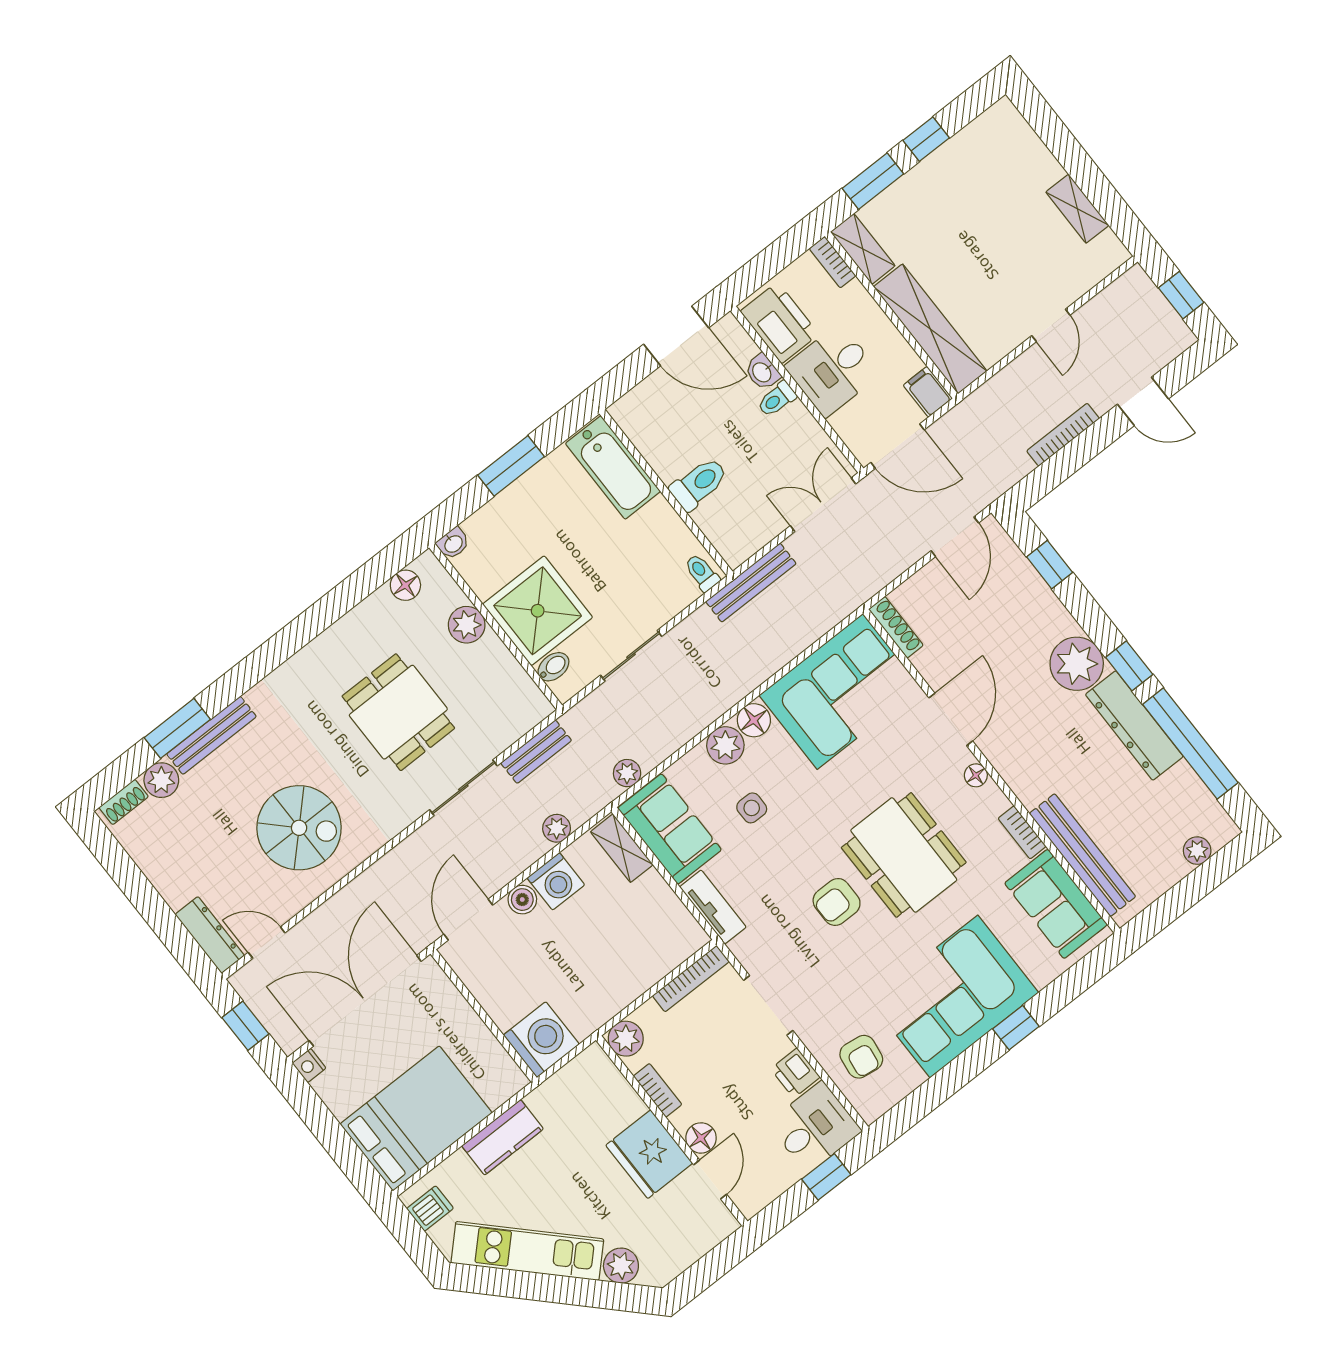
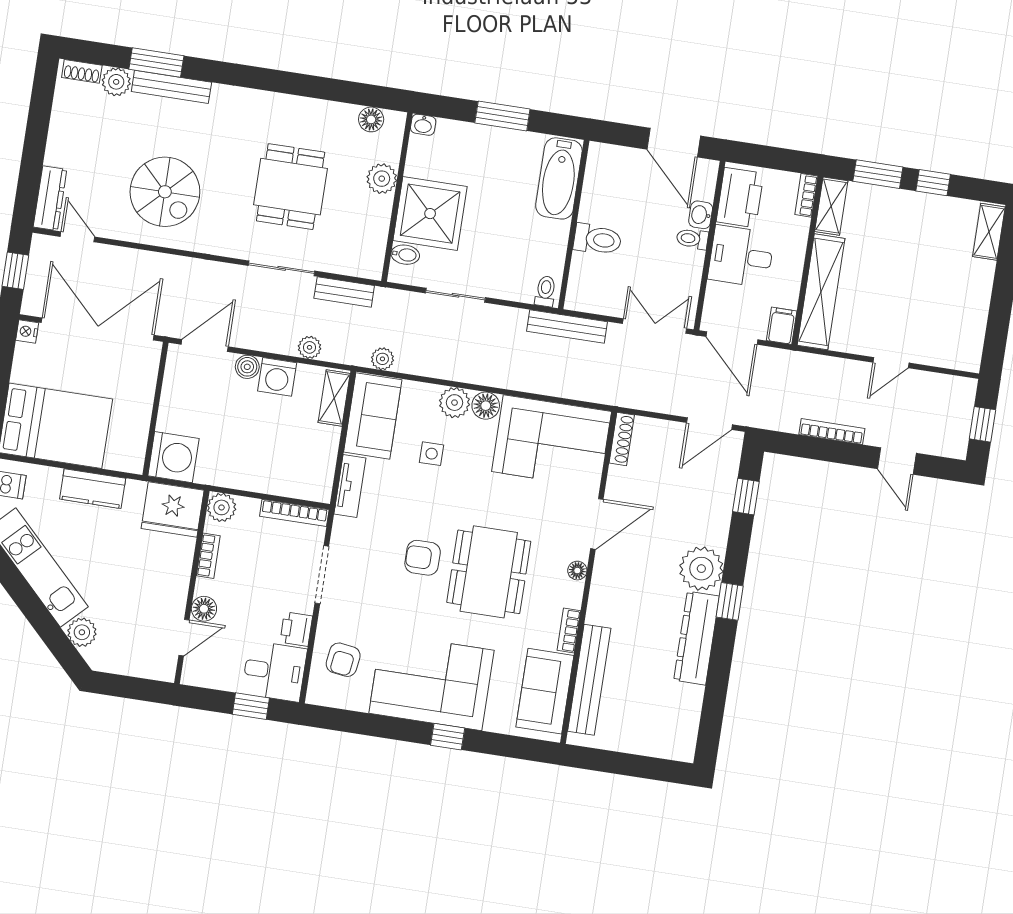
shelving: (1077, 209) -> (989, 232), moved
window: (1190, 744) -> (717, 682), removed
plant: (1197, 851) -> (656, 746), removed
fridge: (649, 1154) -> (173, 509), moved, turned -90

